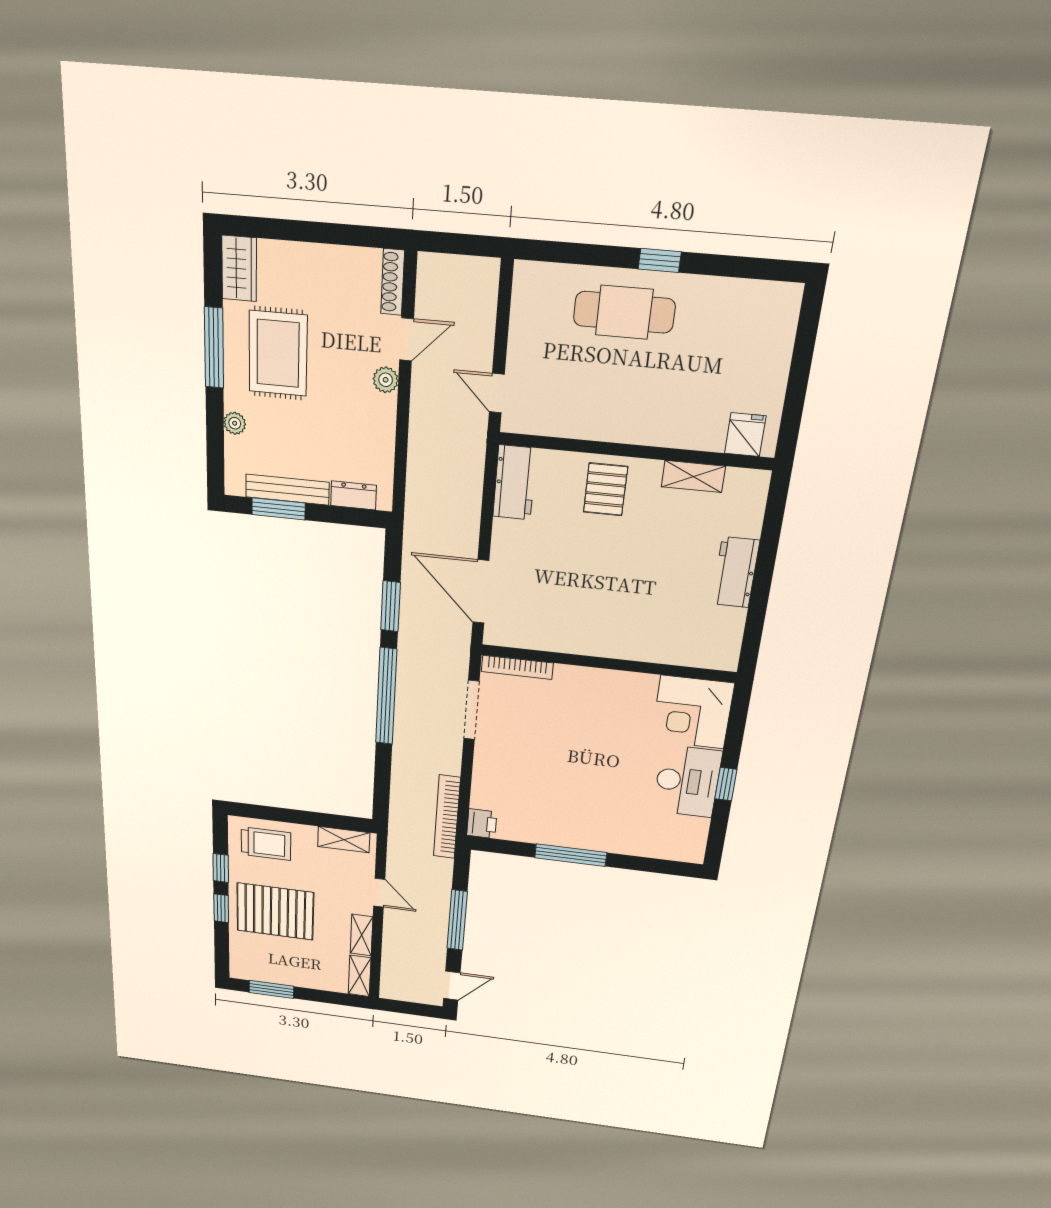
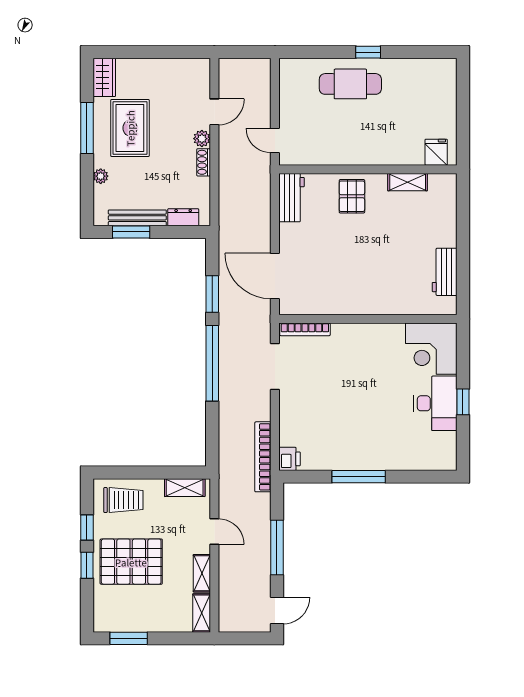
shoe rack: (393, 282) -> (204, 162), moved, width x0.70
workbench: (736, 572) -> (445, 272), moved

